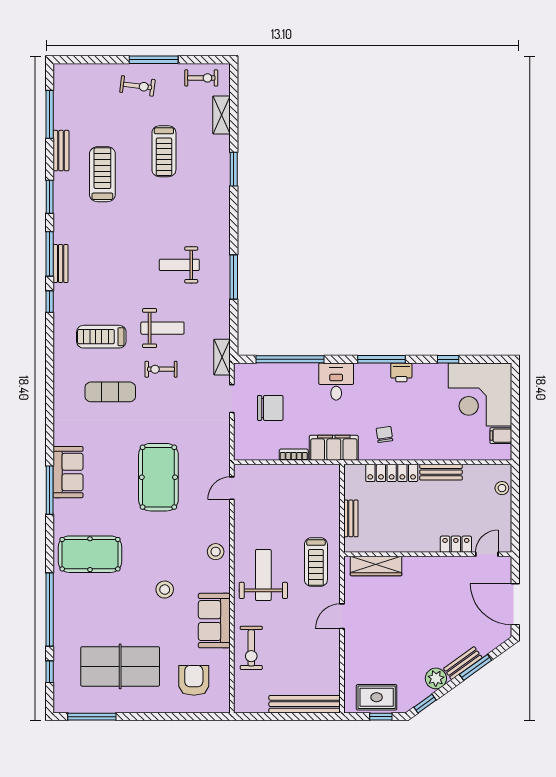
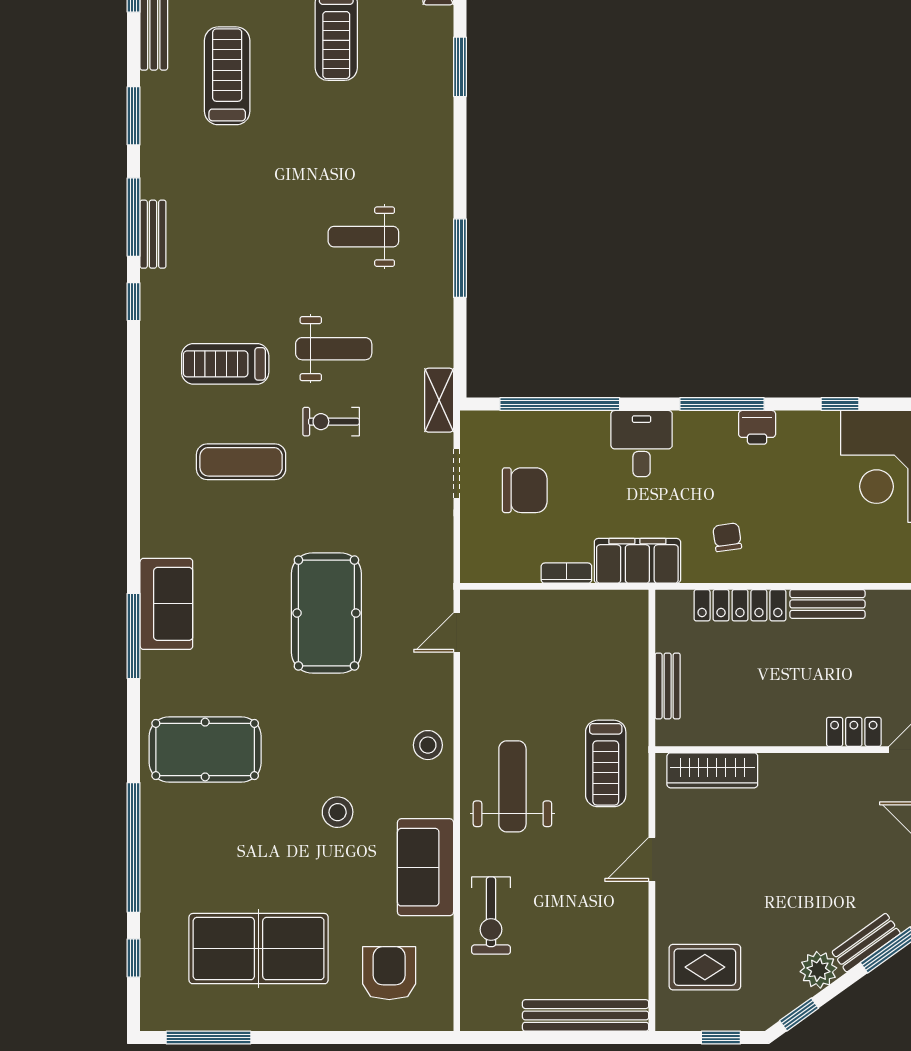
rug: (377, 697) -> (705, 967), moved

